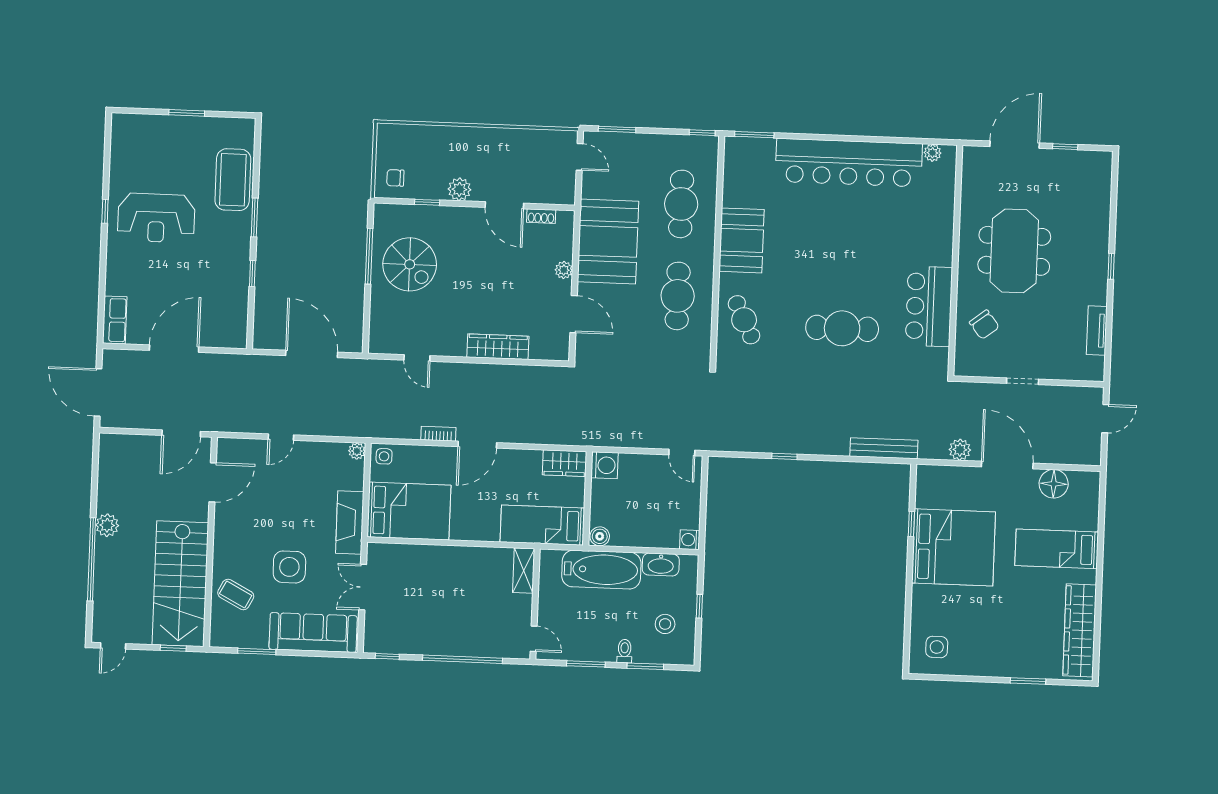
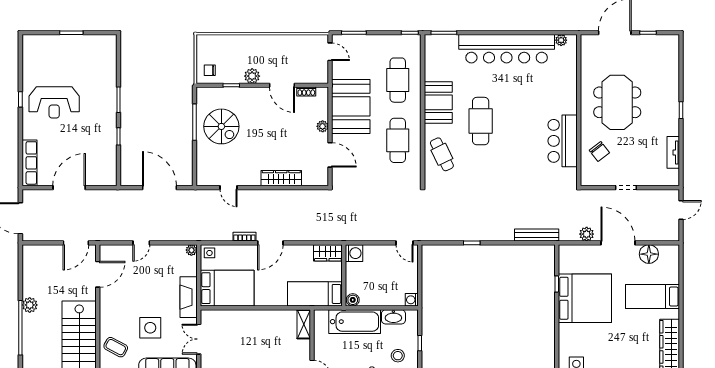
coffee table: (233, 180) -> (103, 75), removed
row of seats: (115, 320) -> (30, 163), width x1.48
cafe table: (842, 328) -> (481, 121), moved, turned 90

